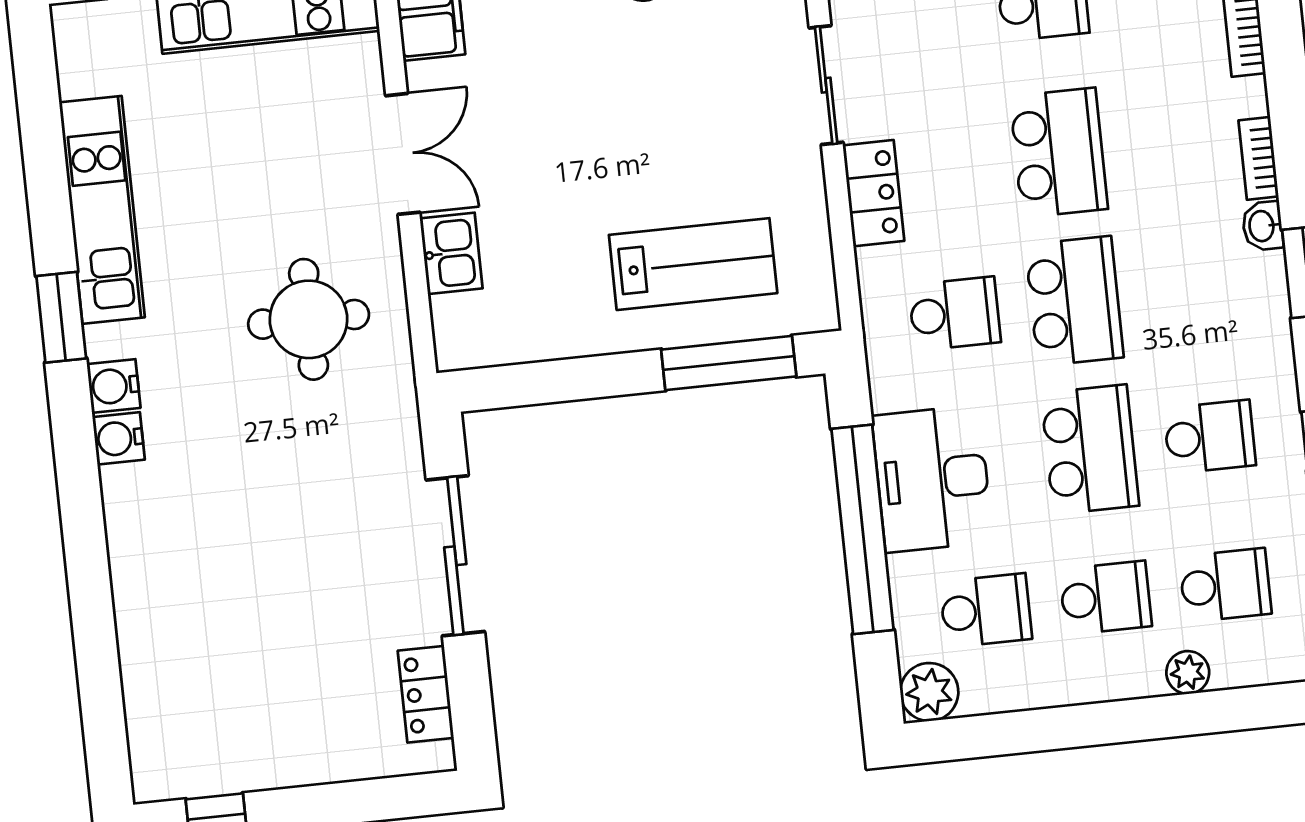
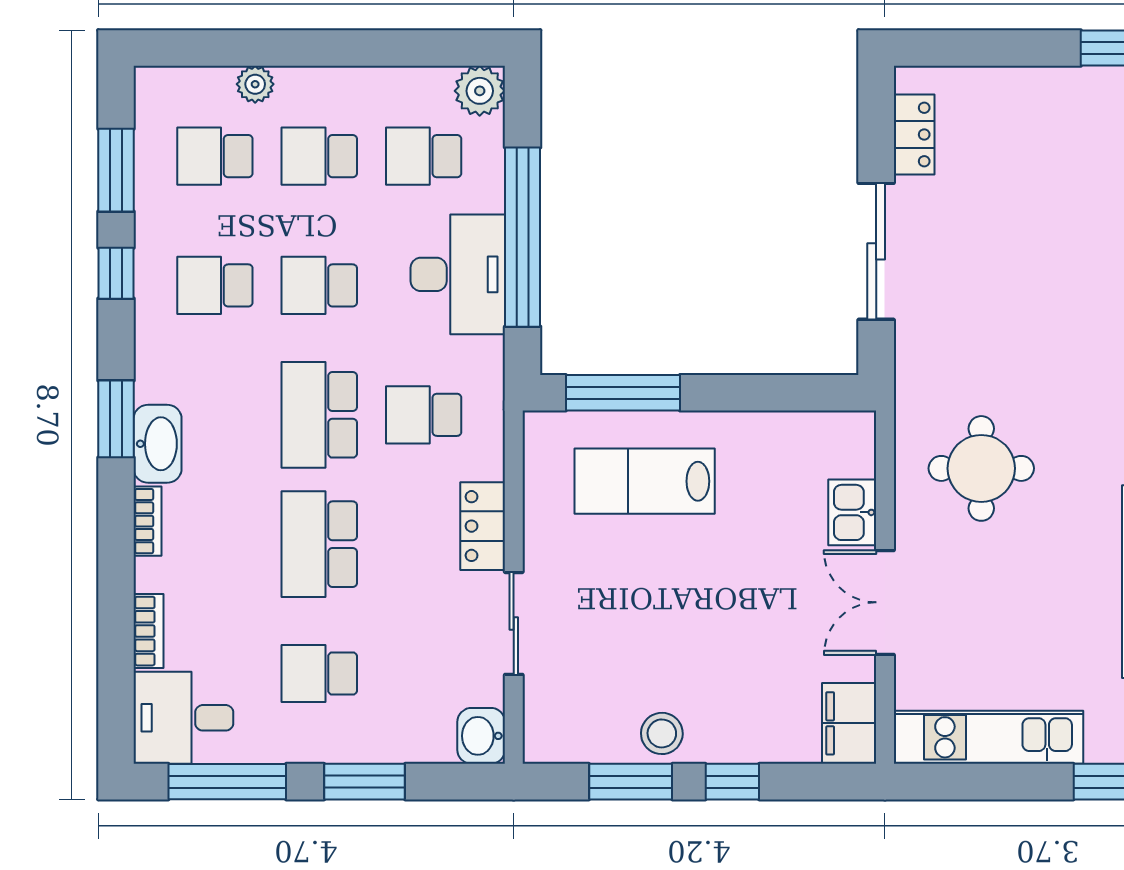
washbasin: (1263, 226) -> (158, 444), width x1.91, depth x1.45
school desk: (1090, 449) -> (319, 285), width x0.54

